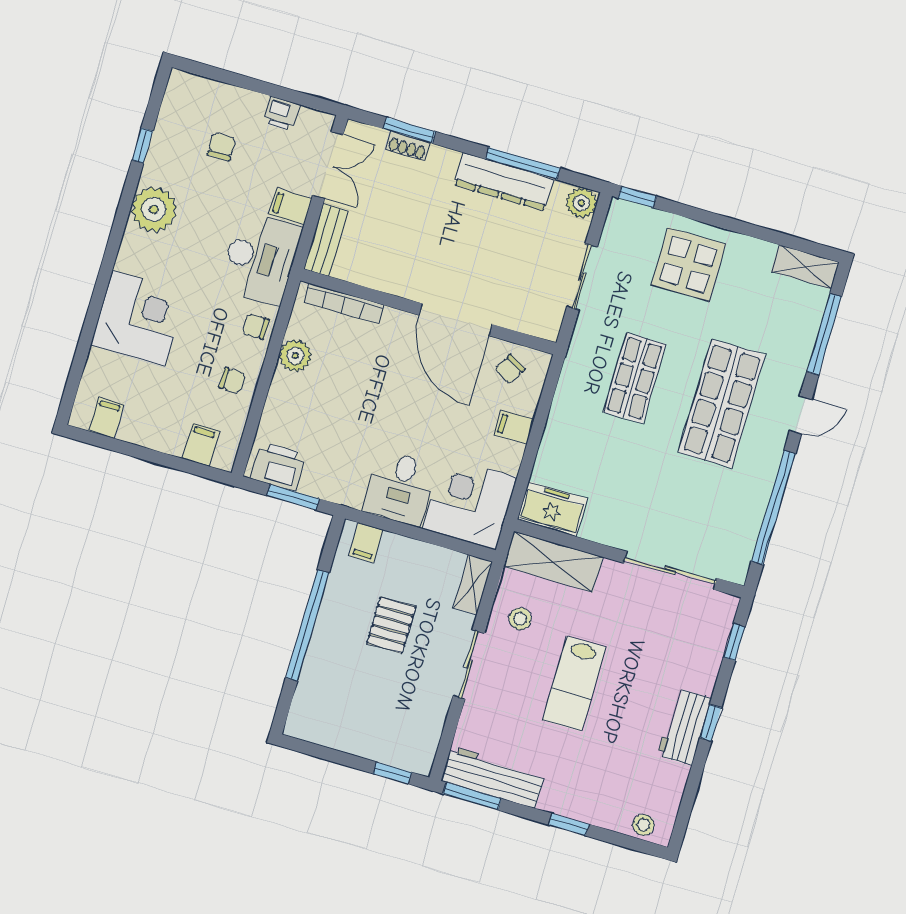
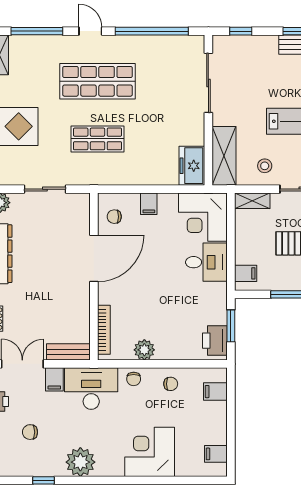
chair: (510, 369) -> (114, 217), turned 150
chair: (232, 380) -> (171, 384), turned 90

